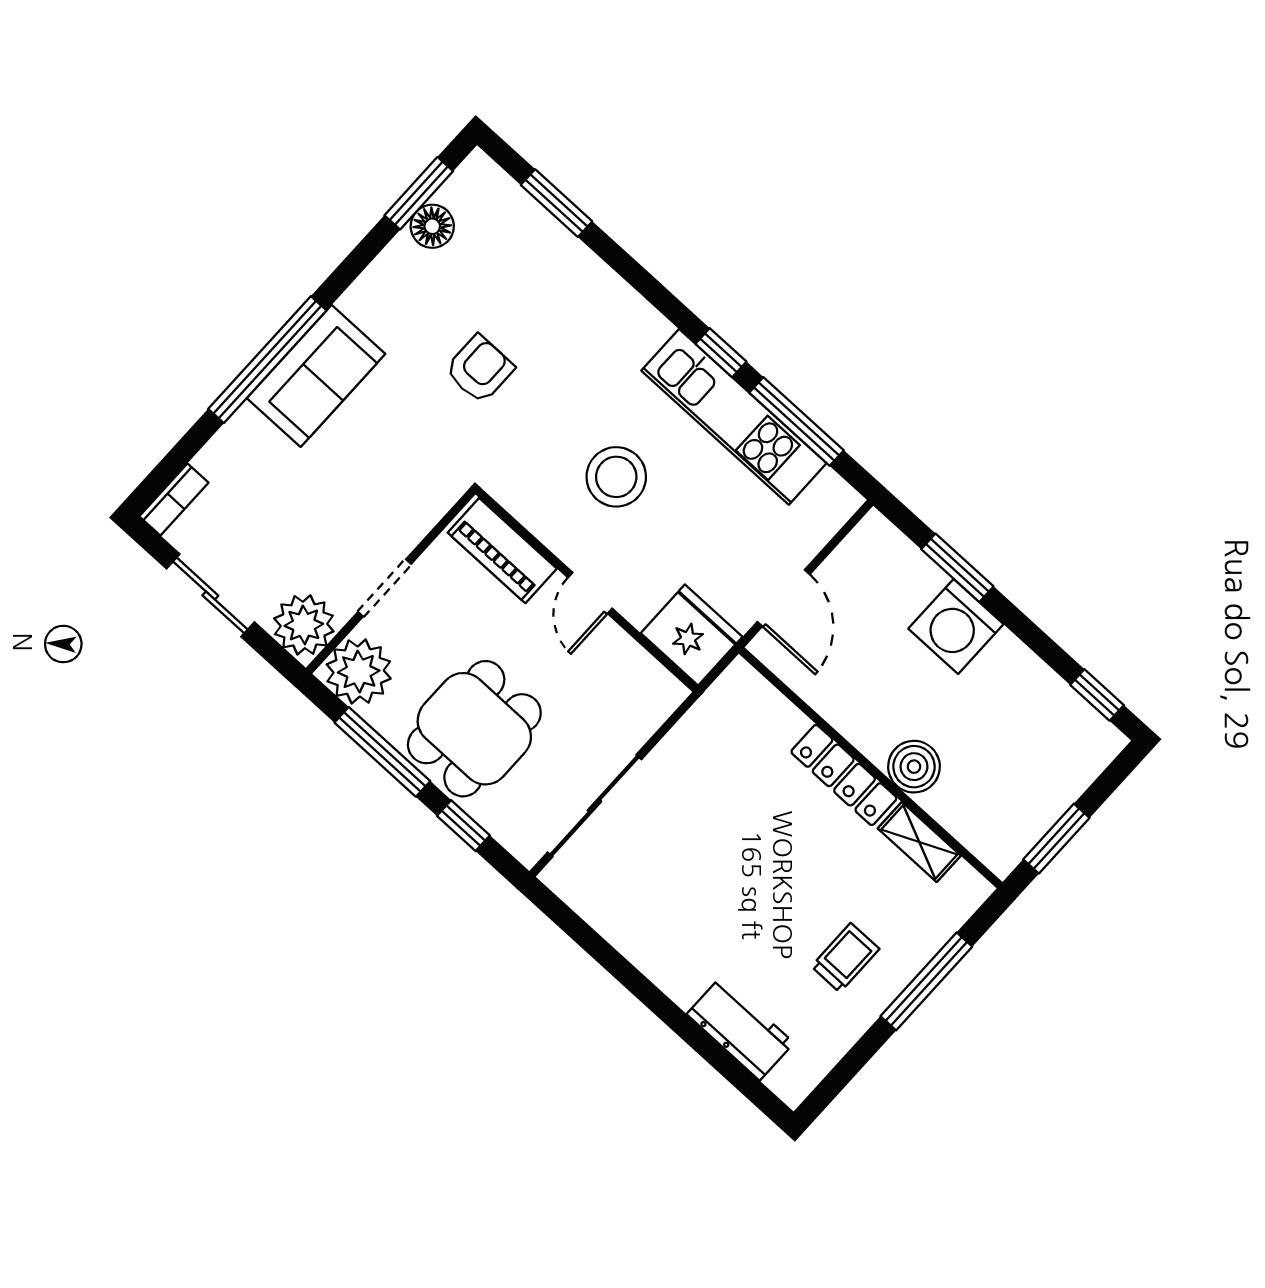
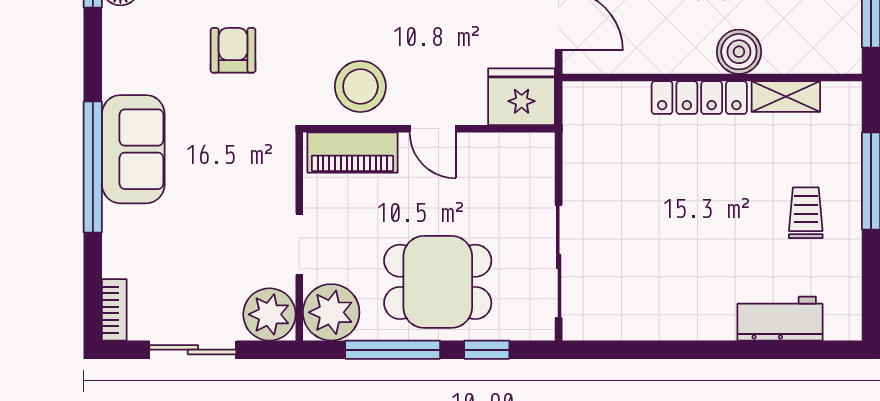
stool: (616, 477) -> (360, 86), moved
dining table: (474, 729) -> (438, 282), turned 90

